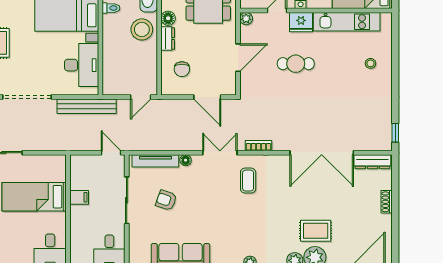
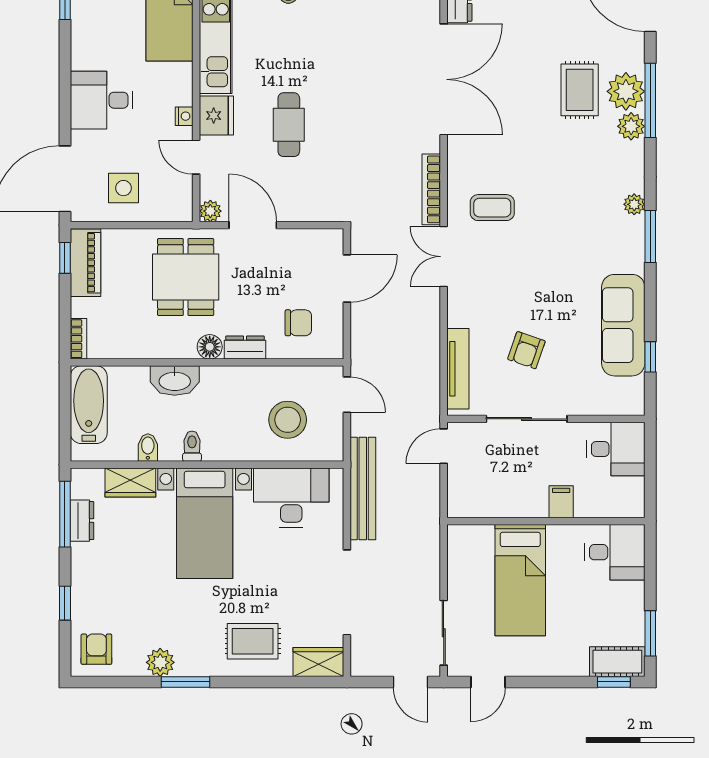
stool: (142, 29) -> (288, 420), moved
door: (238, 58) -> (253, 225), moved
bookcase: (259, 146) -> (431, 189), width x1.56
floor lamp: (186, 160) -> (457, 316), removed
filing cabinet: (79, 197) -> (561, 502), moved

